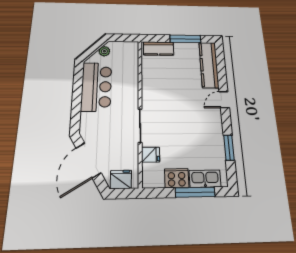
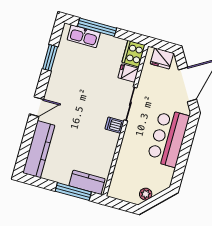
window: (185, 39) -> (73, 192), moved
bar counter: (96, 87) -> (168, 138), moved
dishwasher: (149, 102) -> (114, 125), added
cooker: (177, 178) -> (133, 54), moved, turned 90

